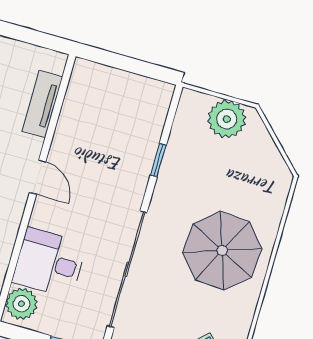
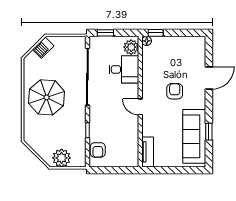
tv unit: (42, 104) -> (148, 152), moved
armchair: (149, 114) -> (98, 150), added

